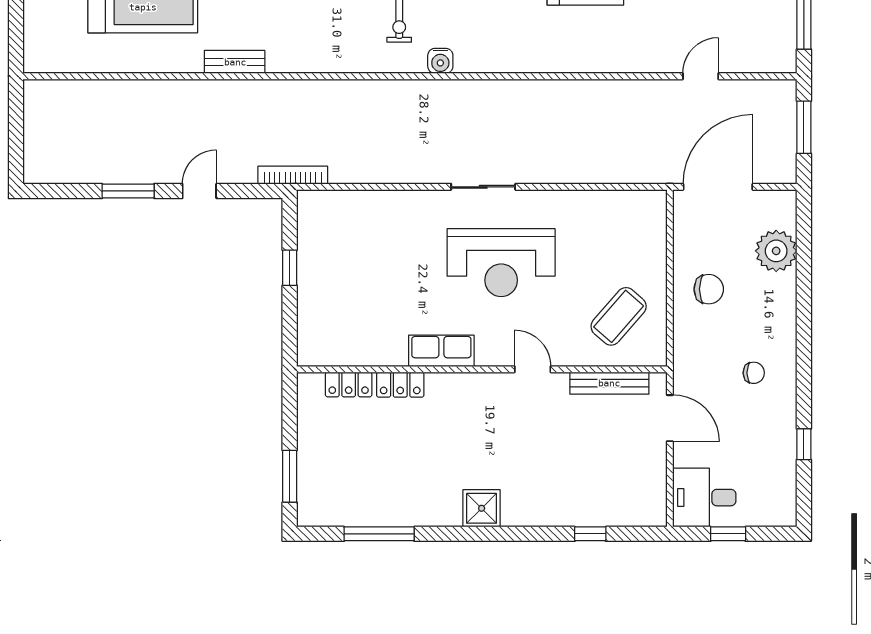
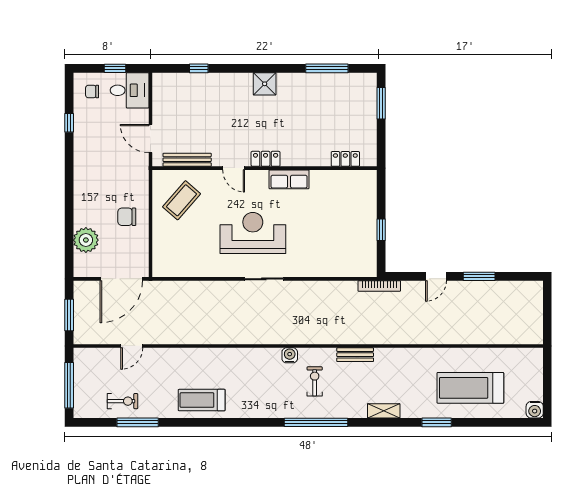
bench: (235, 62) -> (355, 355), moved
chair: (754, 373) -> (92, 92), moved
locker: (400, 385) -> (266, 159), moved

